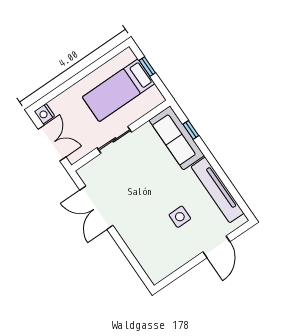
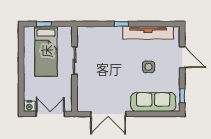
window: (191, 130) -> (121, 24), moved
sofa: (177, 138) -> (153, 102), moved, turned 180
sliding door: (114, 140) -> (74, 61), moved
window: (173, 276) -> (182, 96), added

